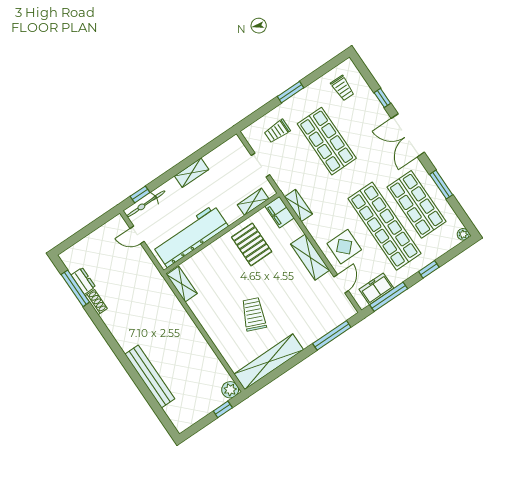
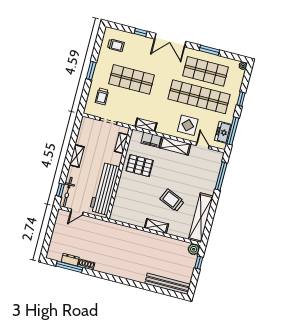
filing cabinet: (280, 212) -> (151, 140), moved
shelving: (182, 284) -> (156, 226), moved
bench: (150, 376) -> (168, 284), moved

